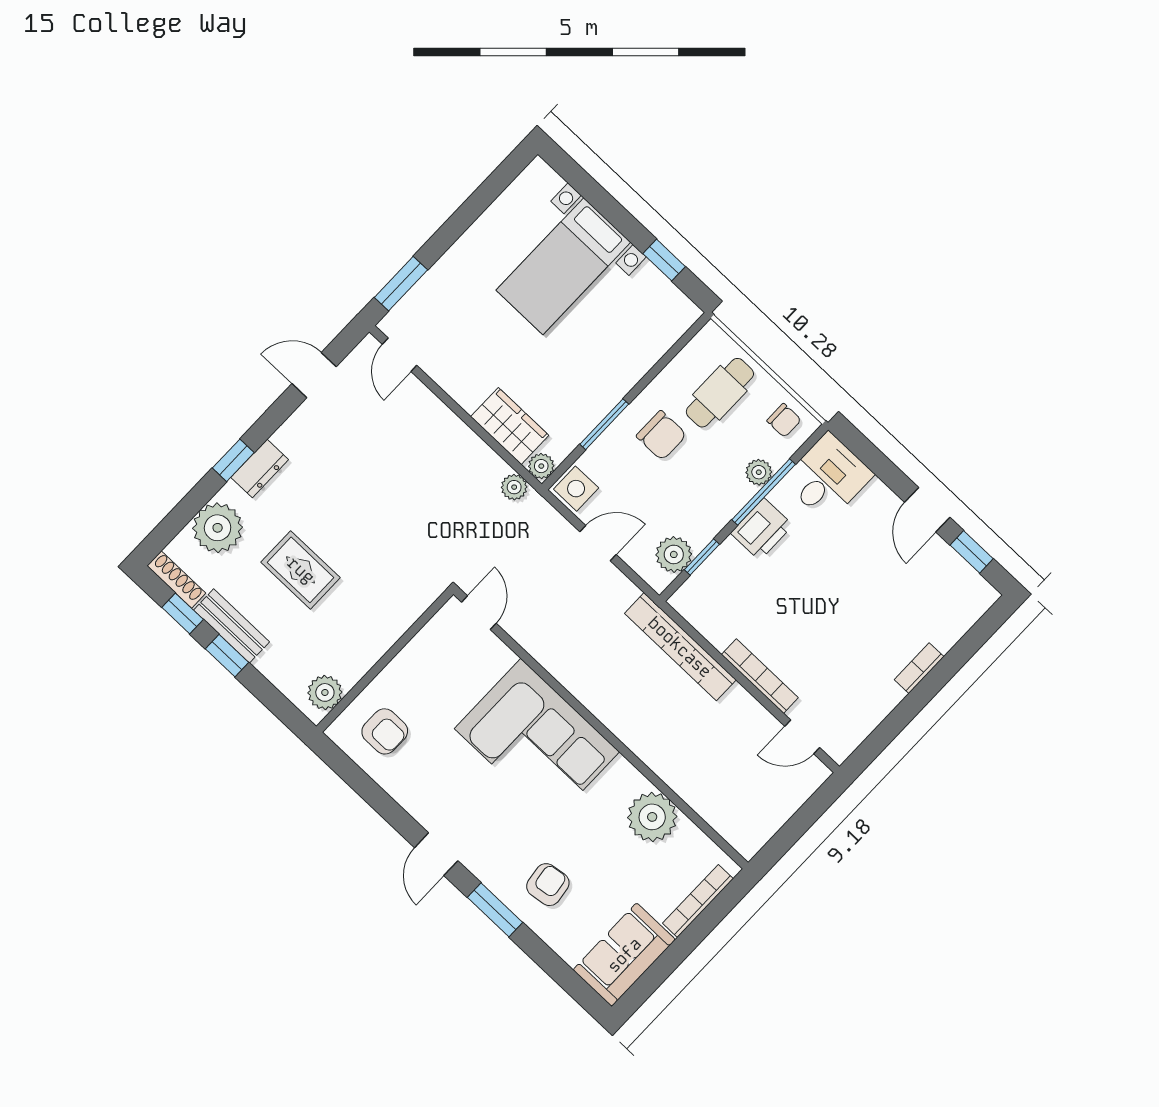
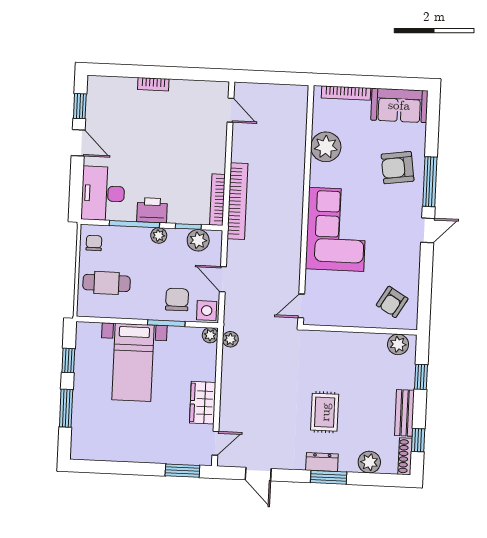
window: (606, 205) -> (66, 408), added
bed with nightstands: (563, 266) -> (133, 362), moved, turned 90
wardrobe: (510, 426) -> (203, 403), moved
chair: (661, 435) -> (177, 300), moved
window: (233, 460) -> (329, 477), width x1.50
plant: (759, 472) -> (159, 235), moved
desk: (828, 477) -> (103, 193), width x1.37
door: (927, 510) -> (78, 143), hinge flipped
plant: (218, 528) -> (369, 462), width x0.73, depth x0.73
rug: (301, 570) -> (325, 412), moved
window: (227, 656) -> (421, 377), moved
bookcase: (760, 676) -> (217, 200), moved
armchair: (385, 731) -> (392, 302), turned -149
armchair: (548, 885) -> (398, 168), width x1.38, depth x1.38
window: (495, 910) -> (430, 182), width x1.44

